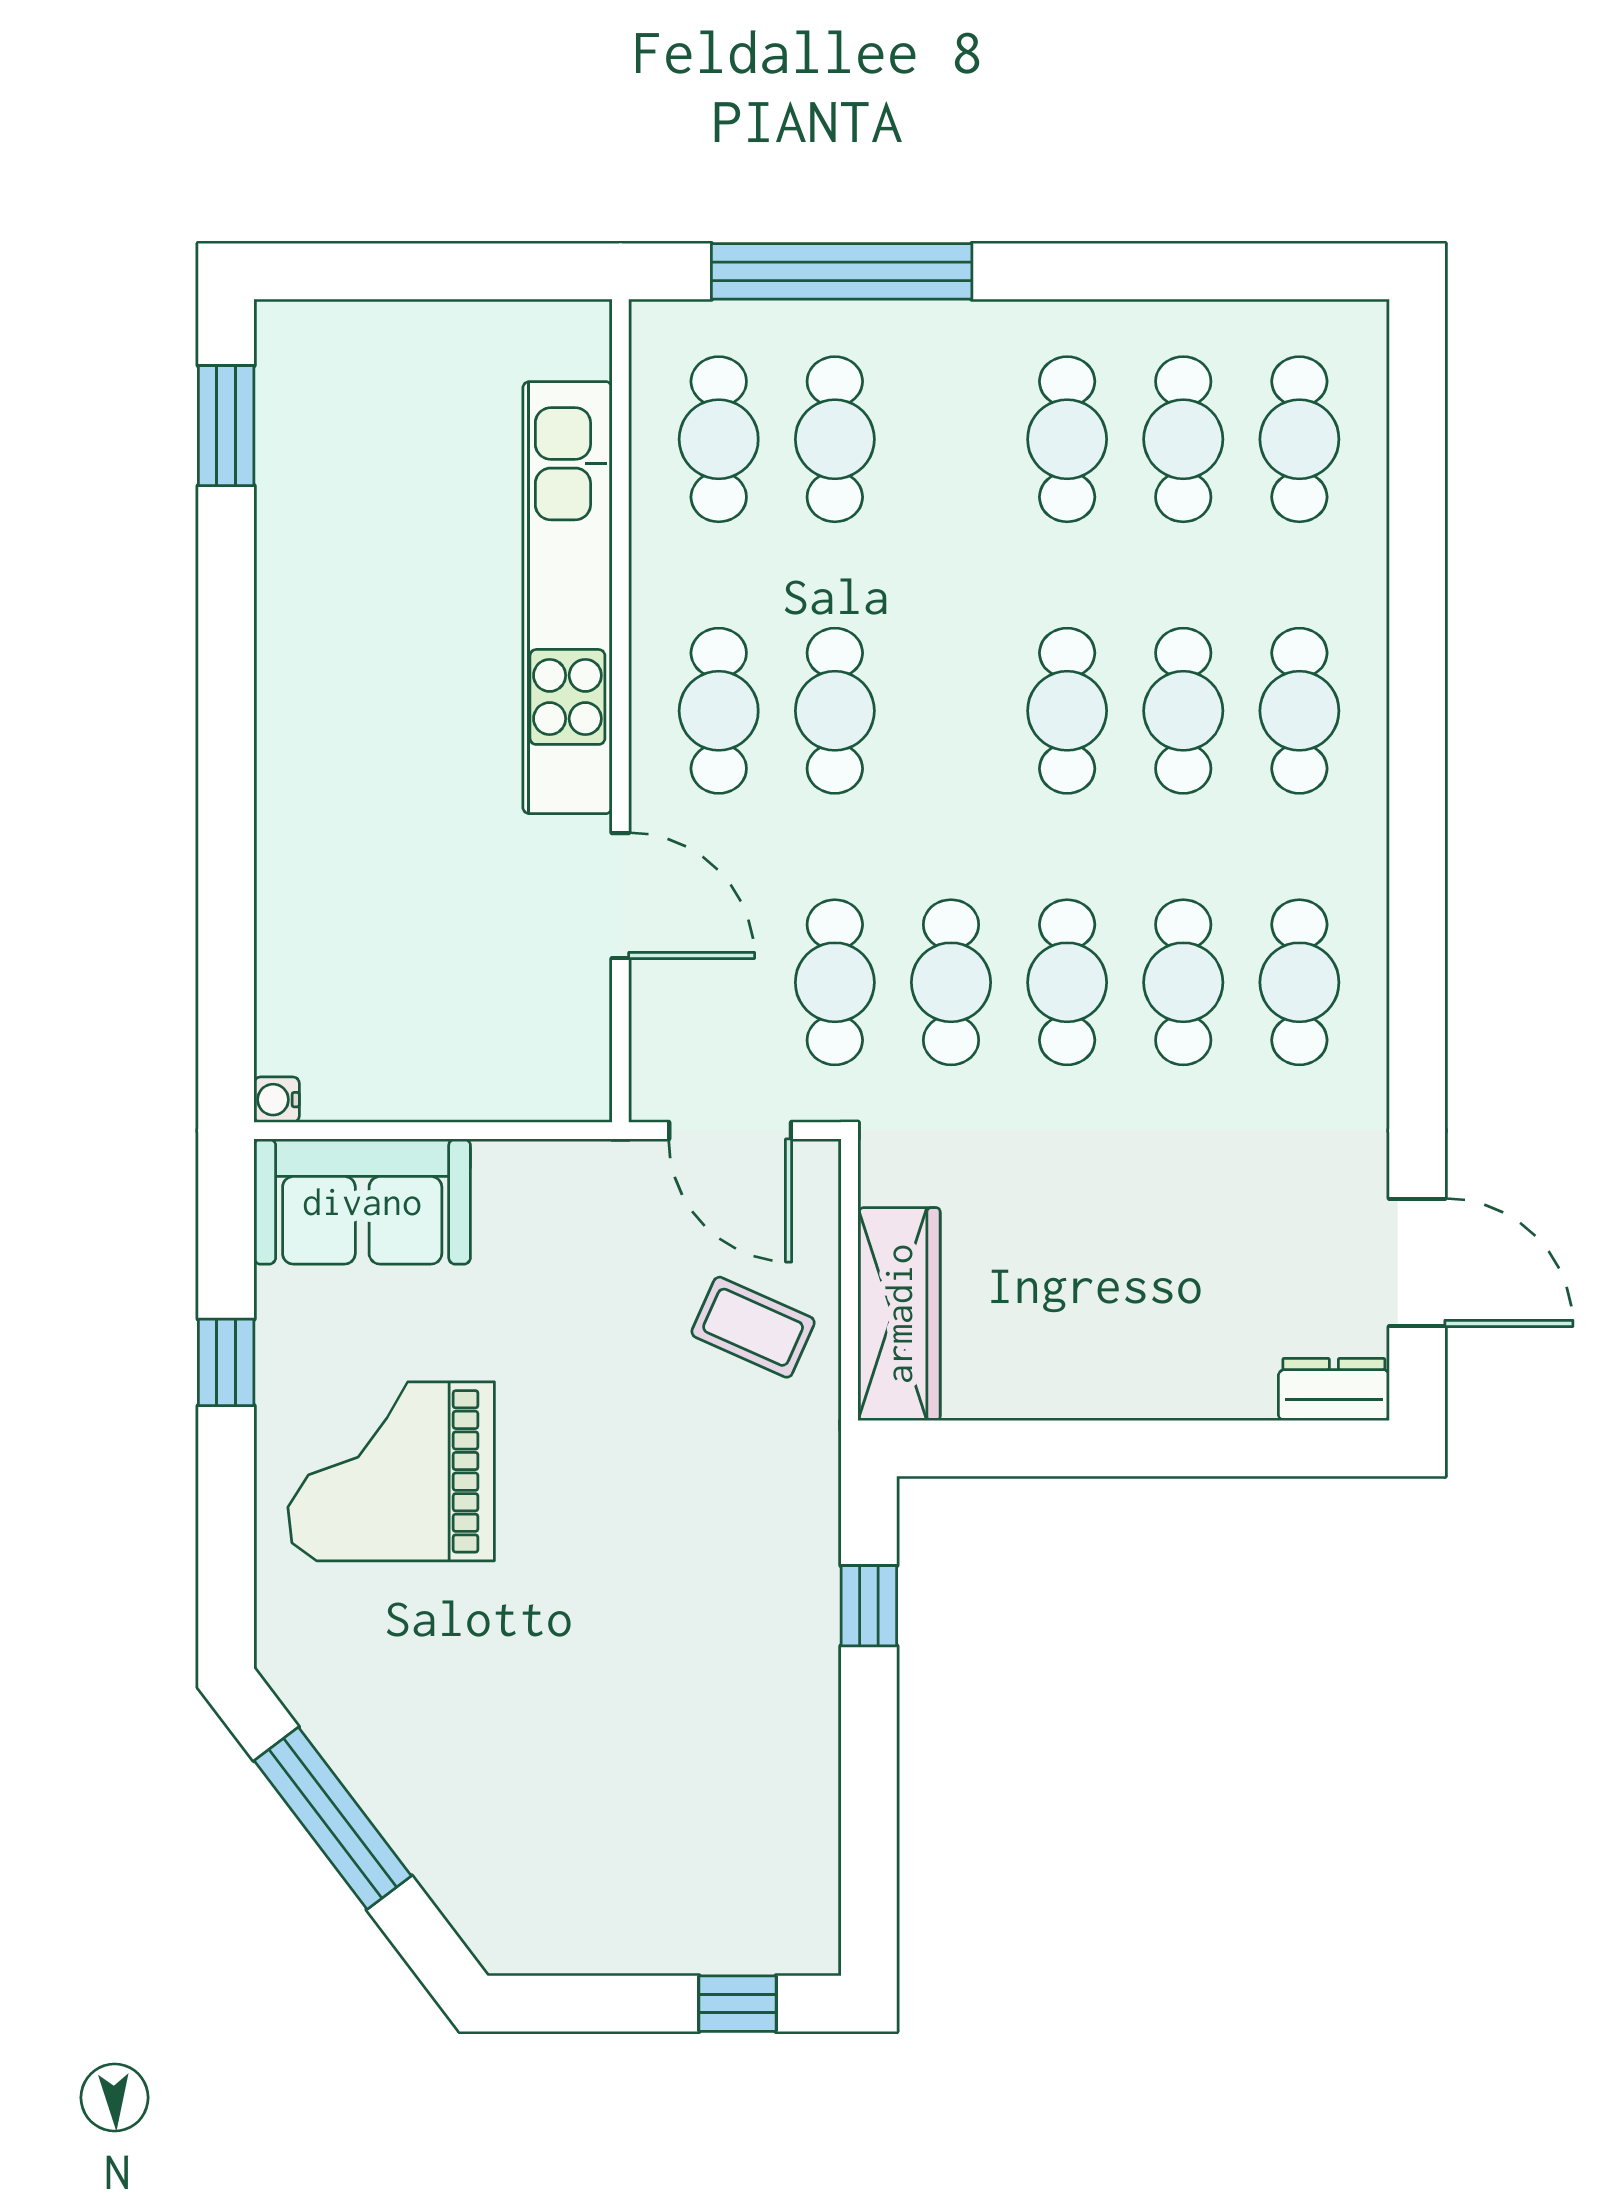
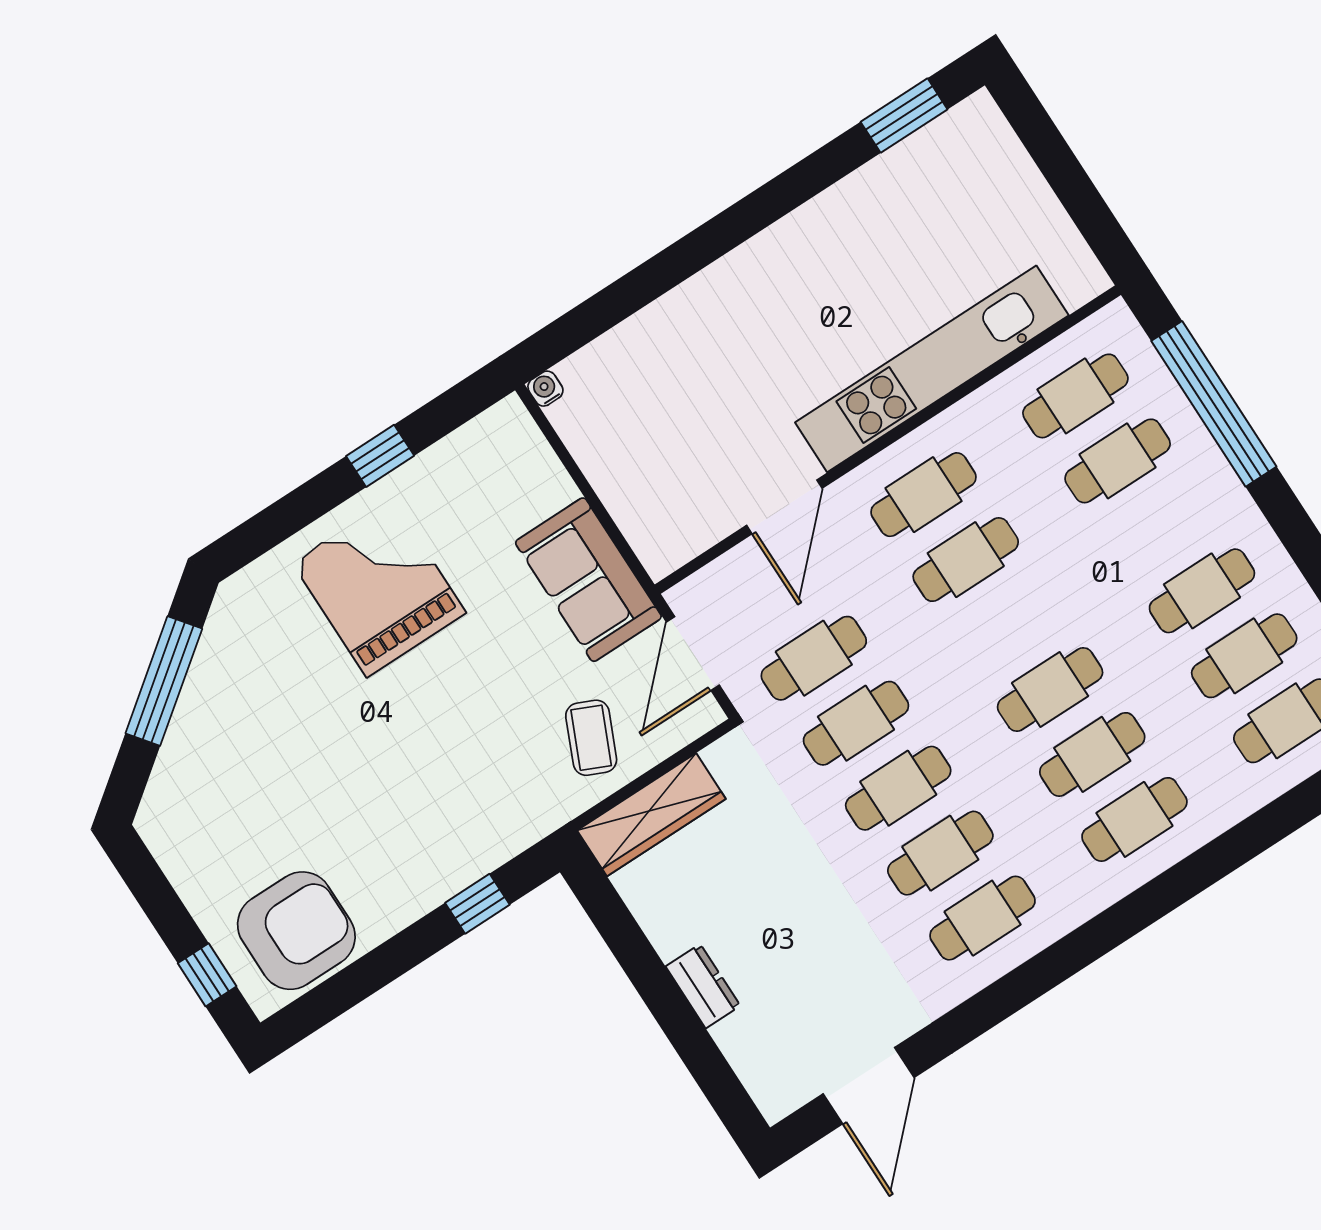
sofa: (362, 1202) -> (588, 580), moved
dresser: (1334, 1389) -> (703, 986), moved
armchair: (755, 1855) -> (296, 931), added

